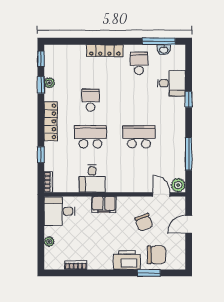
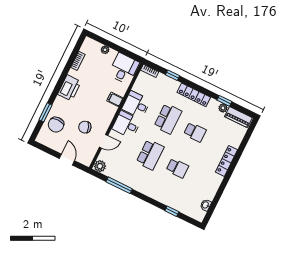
window: (159, 41) -> (214, 204), removed
window: (41, 59) -> (244, 110), removed
piano: (51, 61) -> (238, 117), added
school desk: (139, 63) -> (177, 168), moved
desk: (171, 83) -> (126, 124), moved, turned 90
window: (189, 99) -> (172, 211), moved
door: (161, 194) -> (104, 141), moved
filing cabinet: (104, 204) -> (115, 99), width x0.50
printer: (127, 260) -> (69, 88), moved

